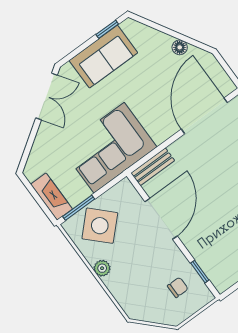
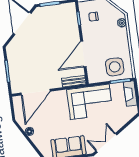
side table: (100, 226) -> (115, 67), turned 45
plant: (102, 268) -> (122, 23), moved

